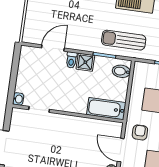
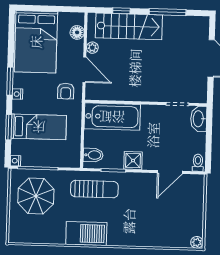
toilet: (71, 60) -> (198, 163), moved
washbasin: (18, 99) -> (199, 119), width x1.91, depth x1.45
bathtub: (106, 109) -> (112, 117), width x1.36, depth x1.36

